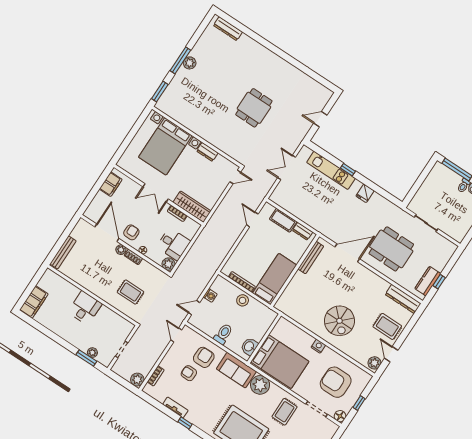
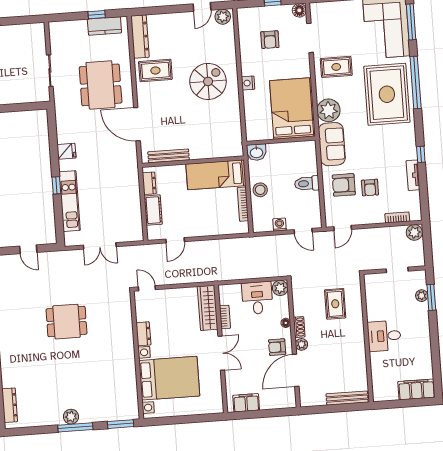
rug: (387, 326) -> (155, 70), moved, turned 90
washbasin: (249, 347) -> (256, 152), moved
armchair: (336, 382) -> (270, 40), width x0.53, depth x0.53

